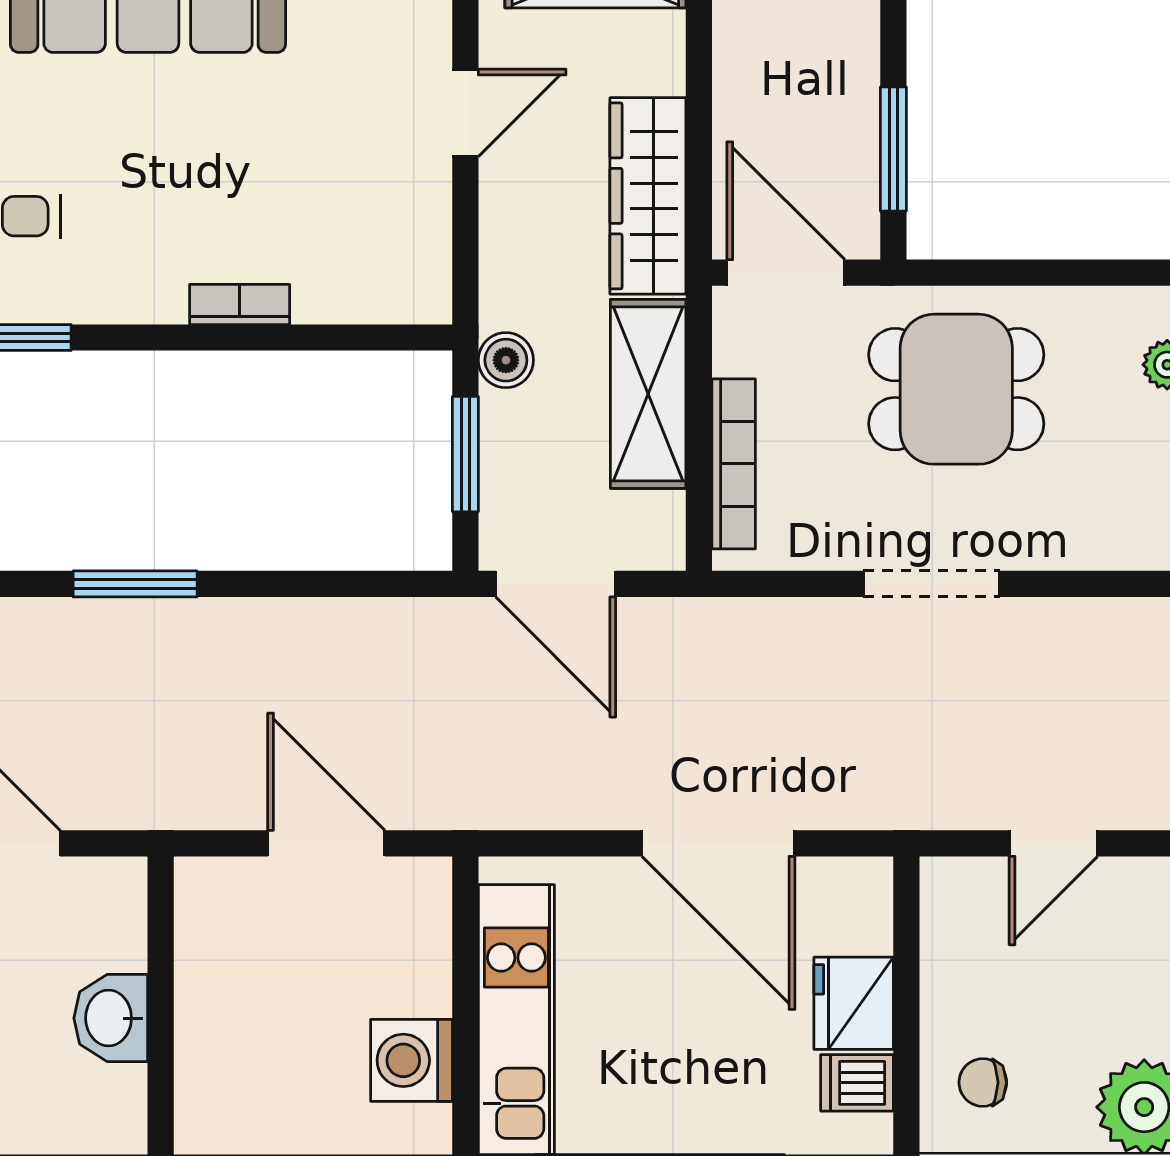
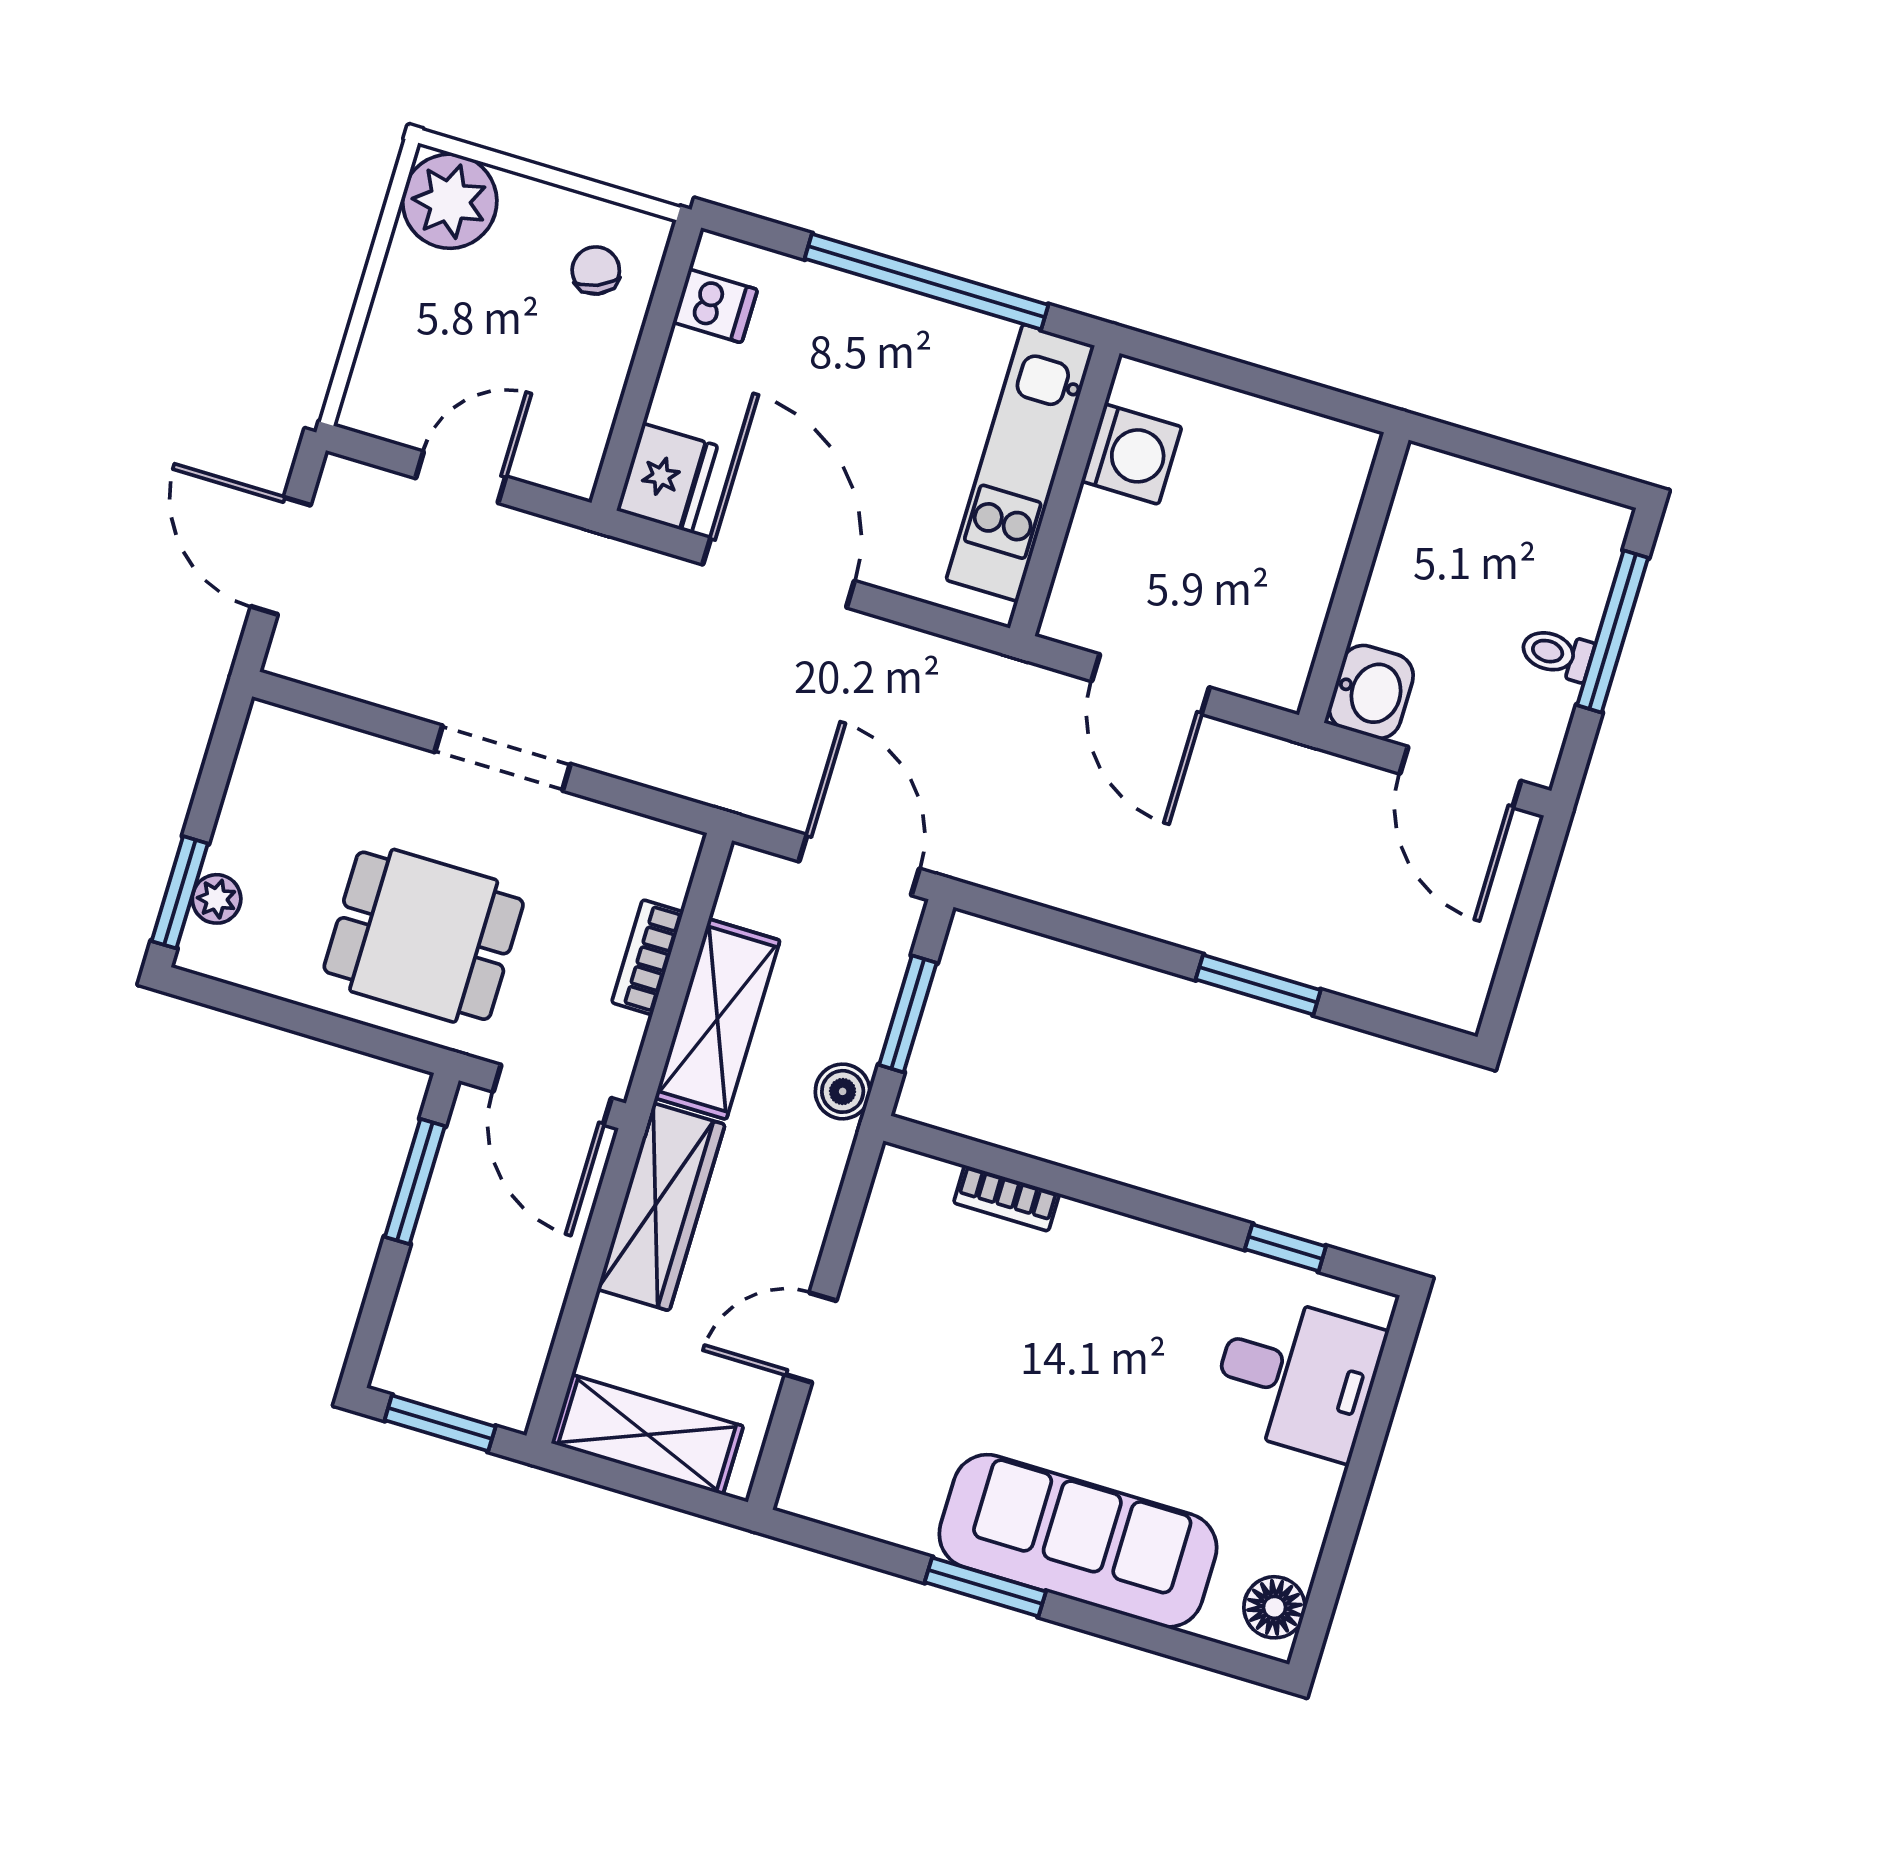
bookcase: (240, 304) -> (1006, 1198), moved
bookcase: (734, 464) -> (647, 957), width x0.64
fridge: (854, 1003) -> (667, 478), moved
washbasin: (111, 1018) -> (1371, 692), moved
chair: (983, 1082) -> (596, 270), turned -113

